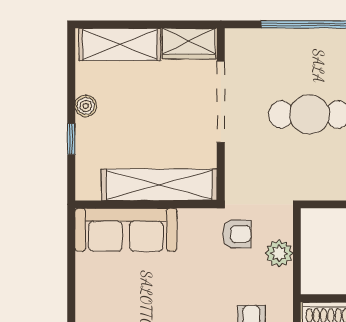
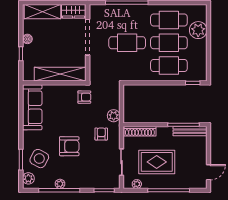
sofa: (126, 230) -> (32, 107), moved, turned -90
armchair: (237, 234) -> (84, 97), moved
plant: (279, 253) -> (114, 116), moved

